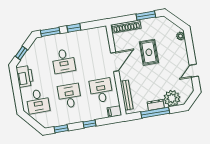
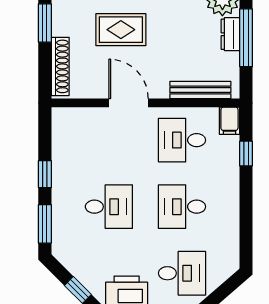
window: (90, 124) -> (246, 154), moved
window: (61, 129) -> (246, 235), removed

